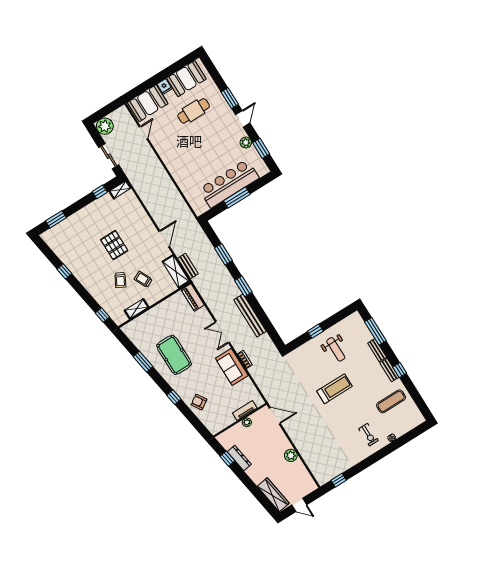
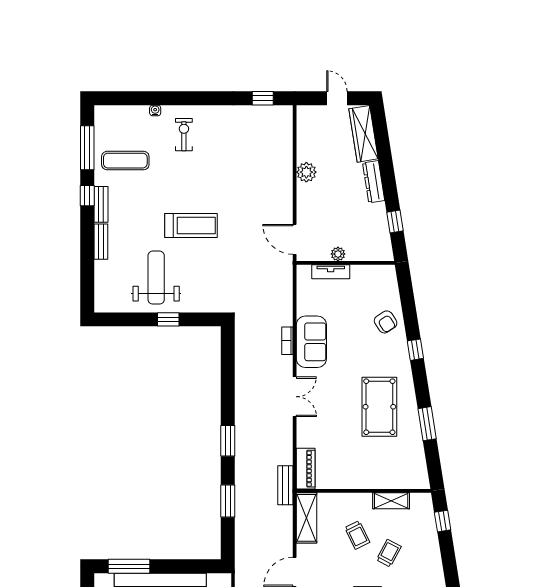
window: (237, 198) -> (129, 566), moved
bench: (188, 266) -> (285, 485), moved
bench: (250, 316) -> (243, 396), removed
window: (375, 331) -> (87, 148), moved
weight bench: (336, 349) -> (156, 278), width x1.36, depth x1.33
treadmill: (334, 389) -> (191, 226), turned 180
dresser: (239, 458) -> (374, 182), moved

